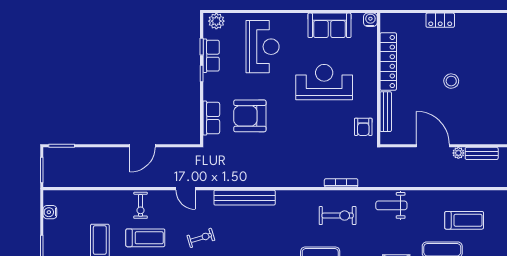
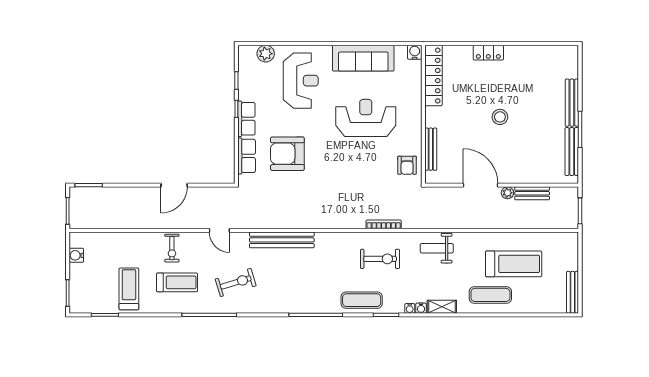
plant: (216, 21) -> (266, 54), moved
sofa: (329, 25) -> (363, 58), width x1.36
row of seats: (211, 56) -> (246, 119), moved
locker: (388, 62) -> (433, 76), moved
treadmill: (464, 220) -> (514, 264), width x1.37, depth x1.38
exercise bike: (201, 238) -> (236, 282), width x1.38, depth x1.39

